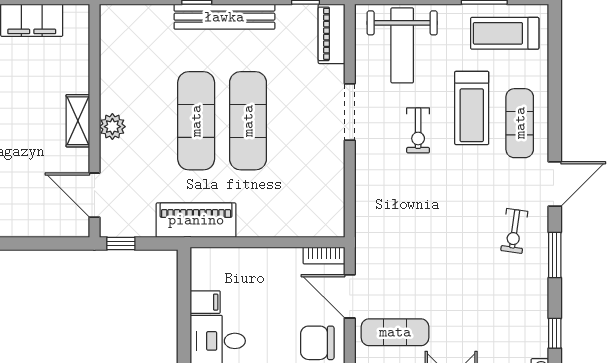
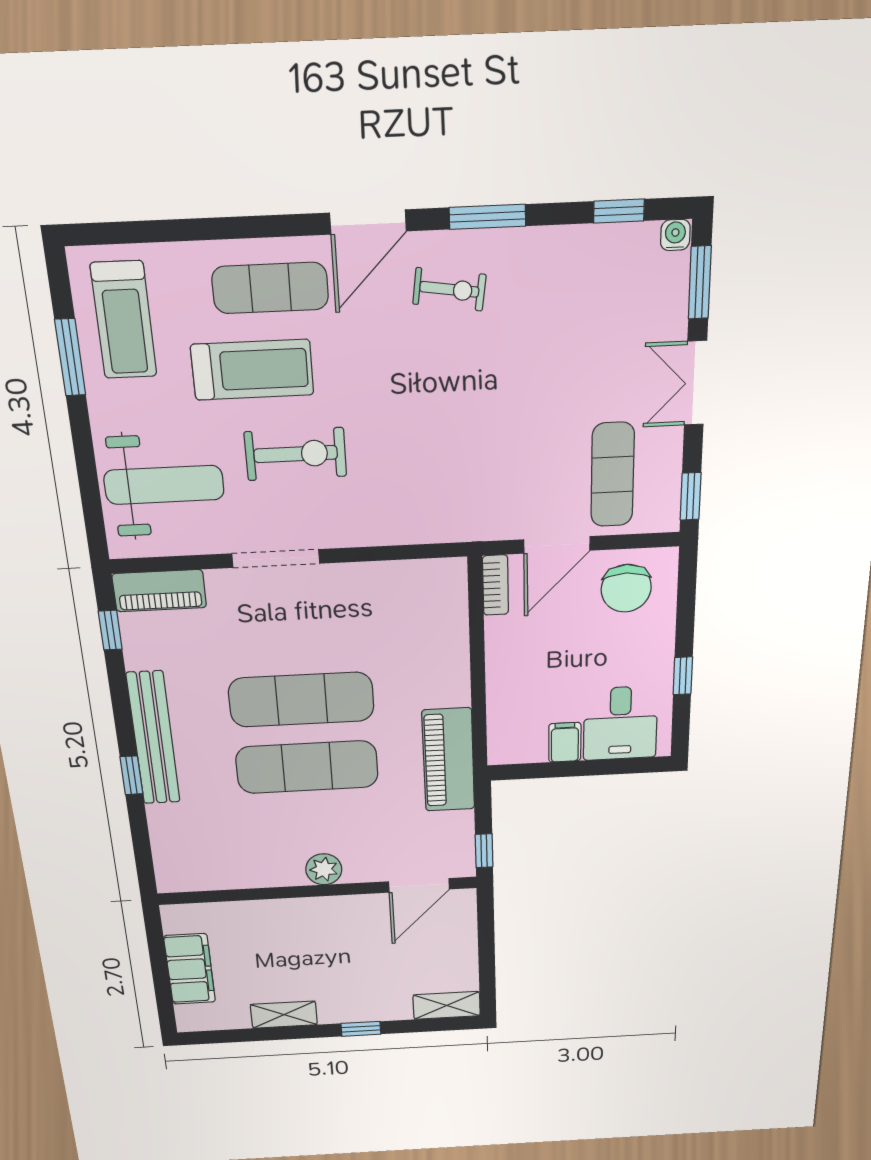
shelving: (78, 121) -> (319, 910), removed
exercise bike: (418, 130) -> (296, 454), width x1.38, depth x1.39
door: (555, 184) -> (368, 222), swing flipped

